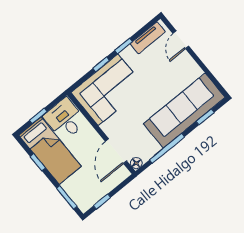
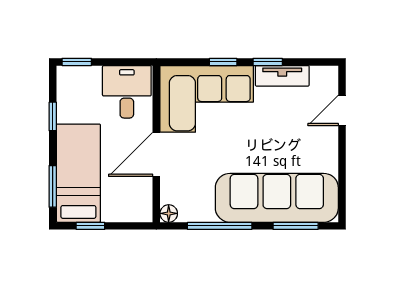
tv unit: (148, 38) -> (282, 76), moved
window: (38, 116) -> (77, 62), moved
window: (205, 117) -> (296, 226), width x1.50
bed: (50, 151) -> (78, 173), moved, turned 180
door: (116, 151) -> (156, 154), moved

